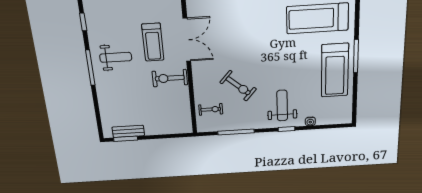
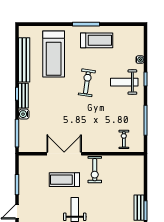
treadmill: (153, 42) -> (64, 180), turned 180
treadmill: (335, 70) -> (97, 40), width x0.73, depth x0.73
exercise bike: (238, 86) -> (87, 83), moved, turned -33

